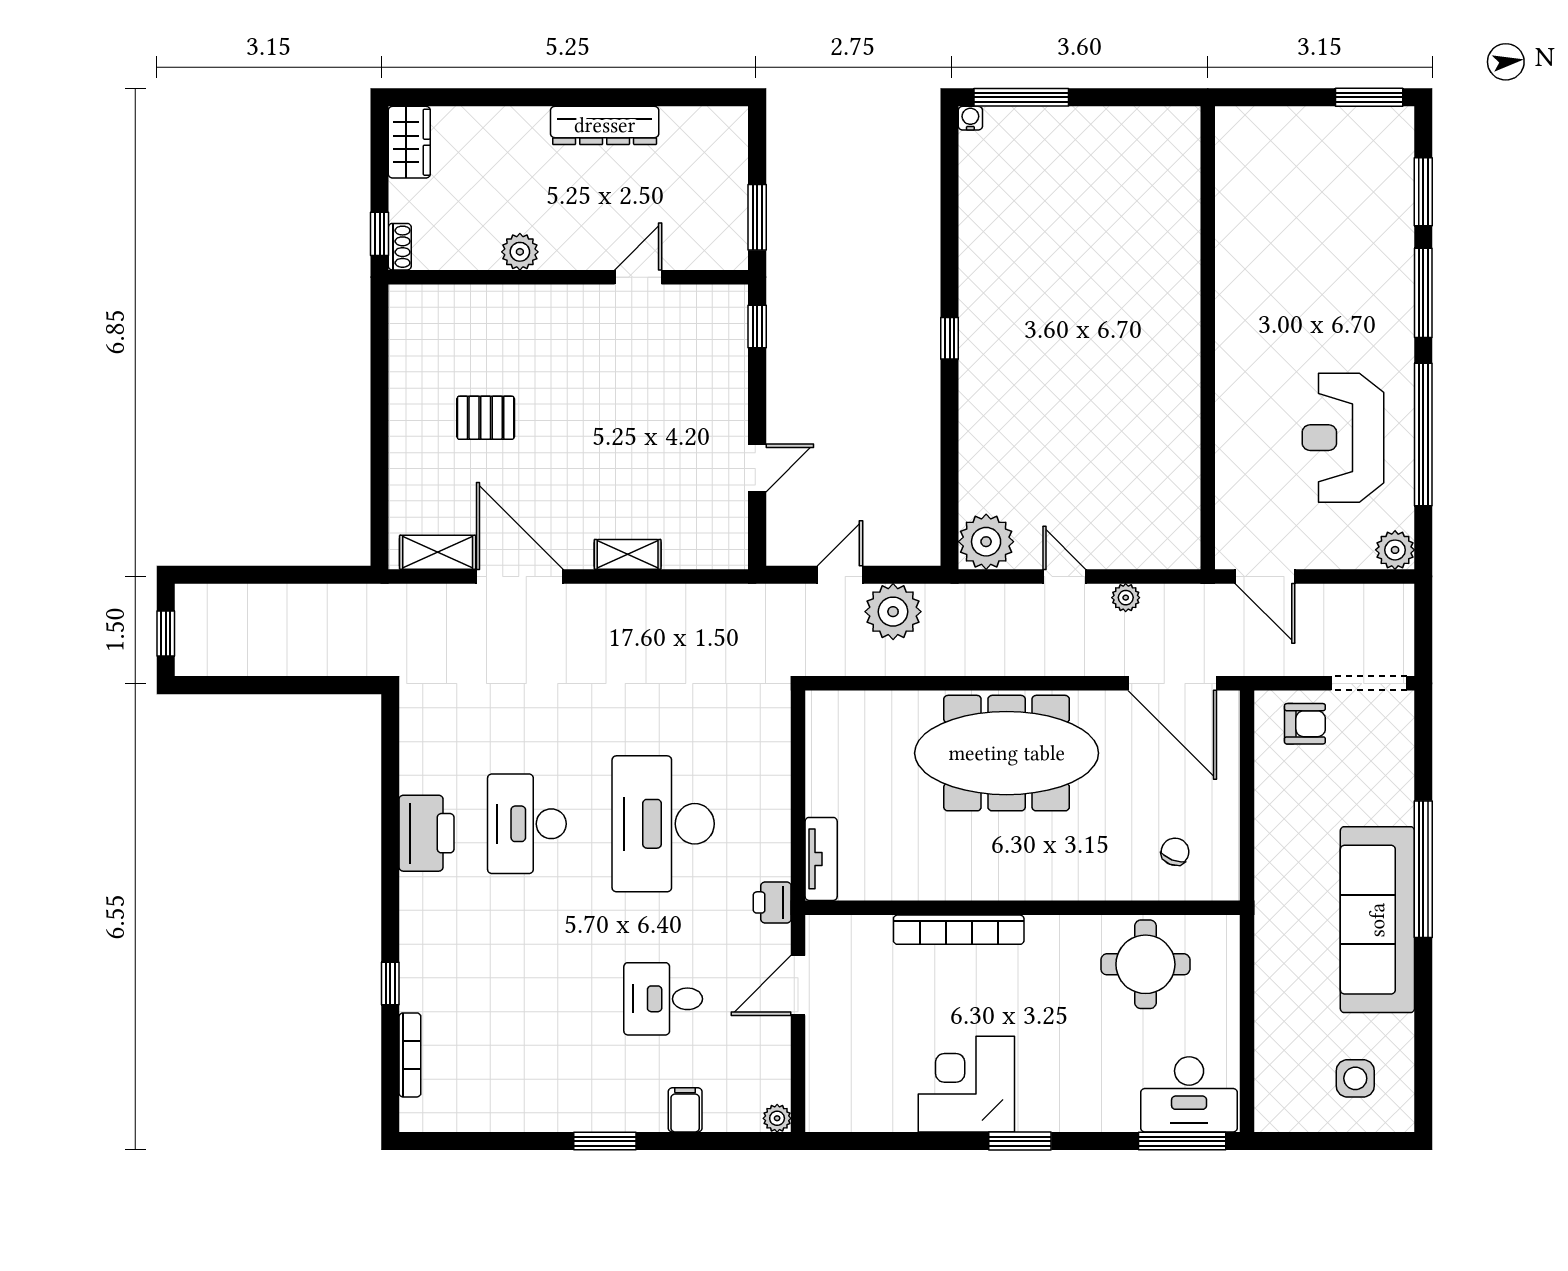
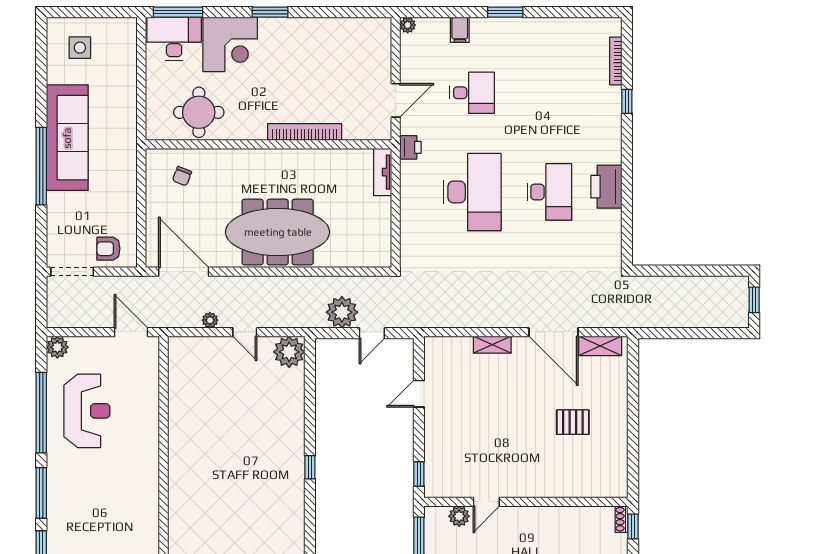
plant: (520, 252) -> (459, 516), moved
corner desk: (966, 1084) -> (230, 44), moved

